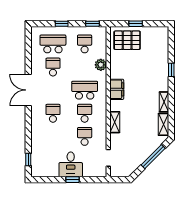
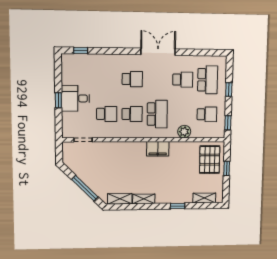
shelving: (115, 122) -> (204, 198), moved

